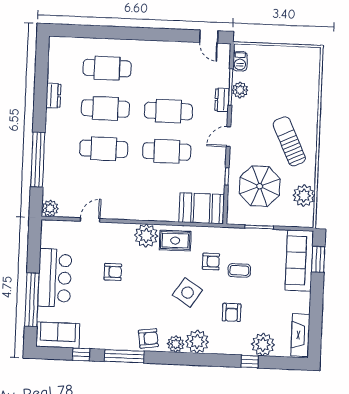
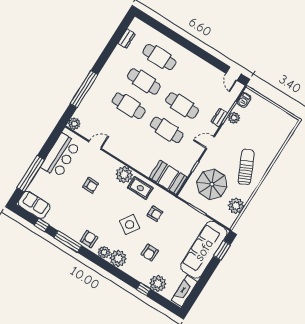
dresser: (53, 96) -> (127, 39), moved
sofa: (299, 261) -> (204, 250), width x1.36, depth x1.27
coffee table: (239, 270) -> (169, 229), removed
bar counter: (55, 278) -> (60, 156), moved
armchair: (148, 338) -> (89, 239), turned -82

